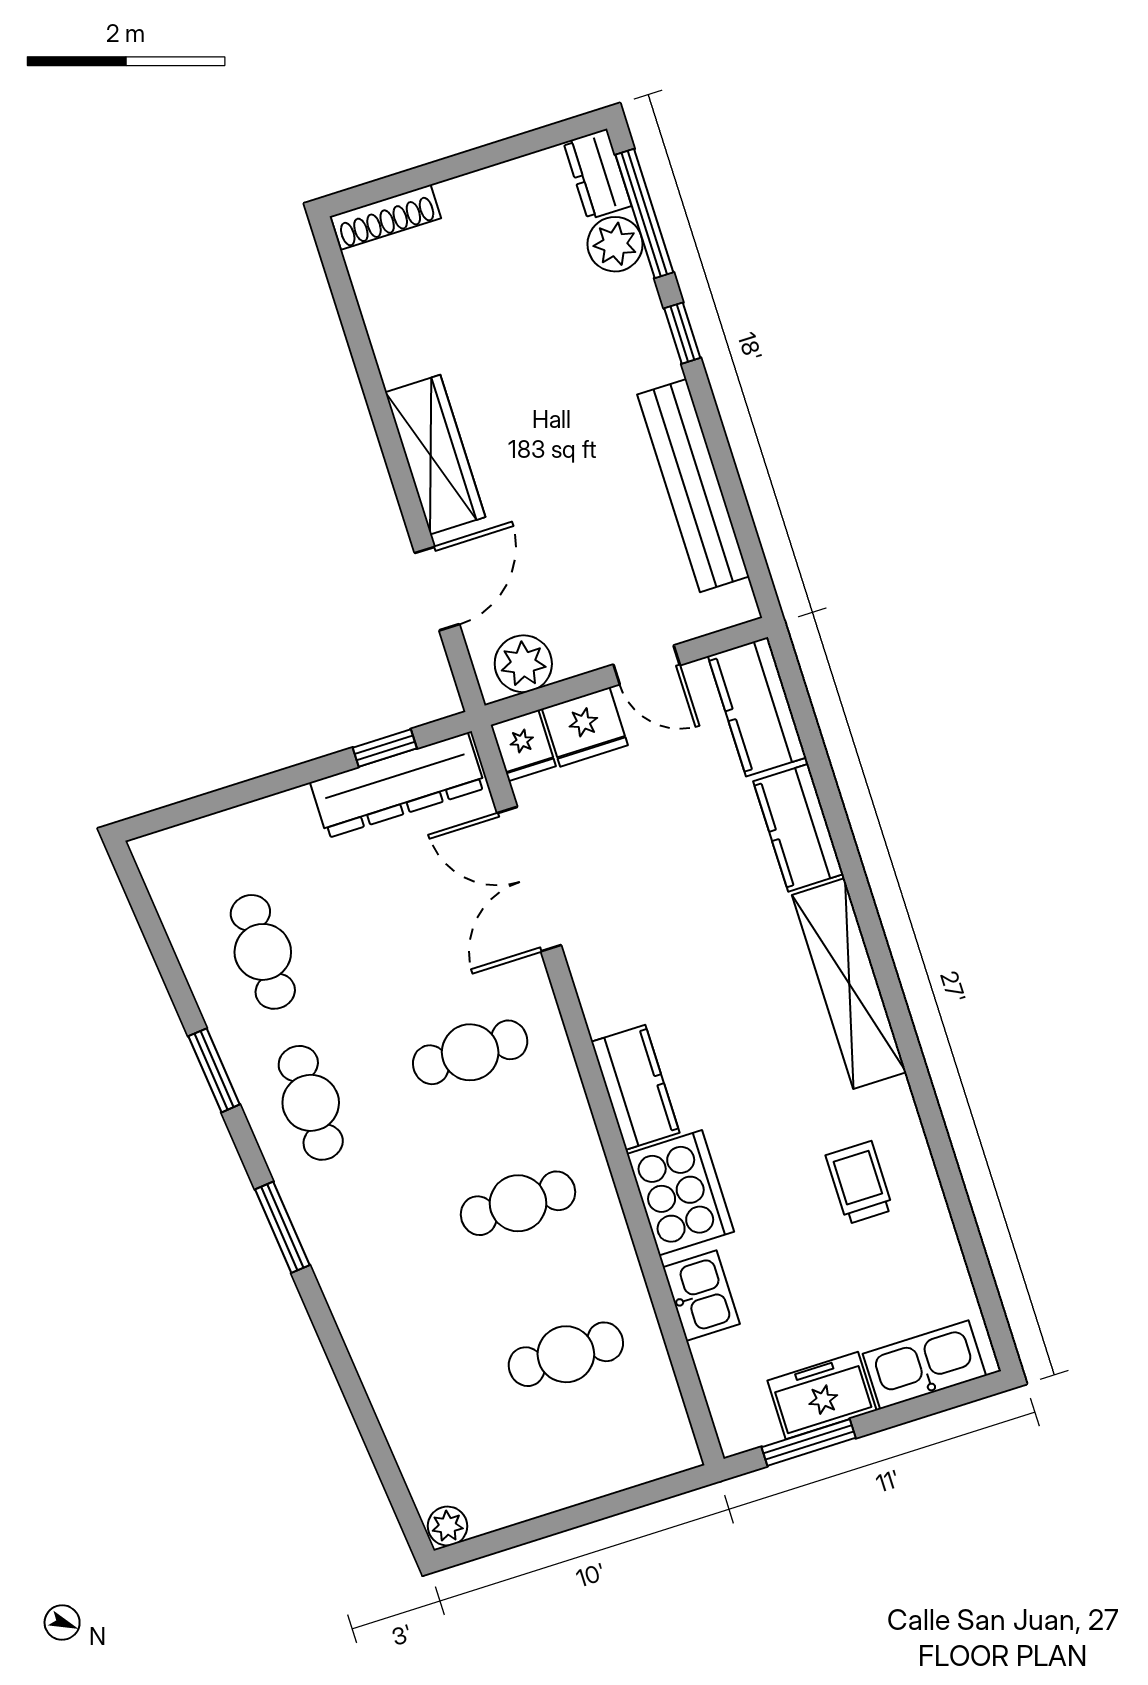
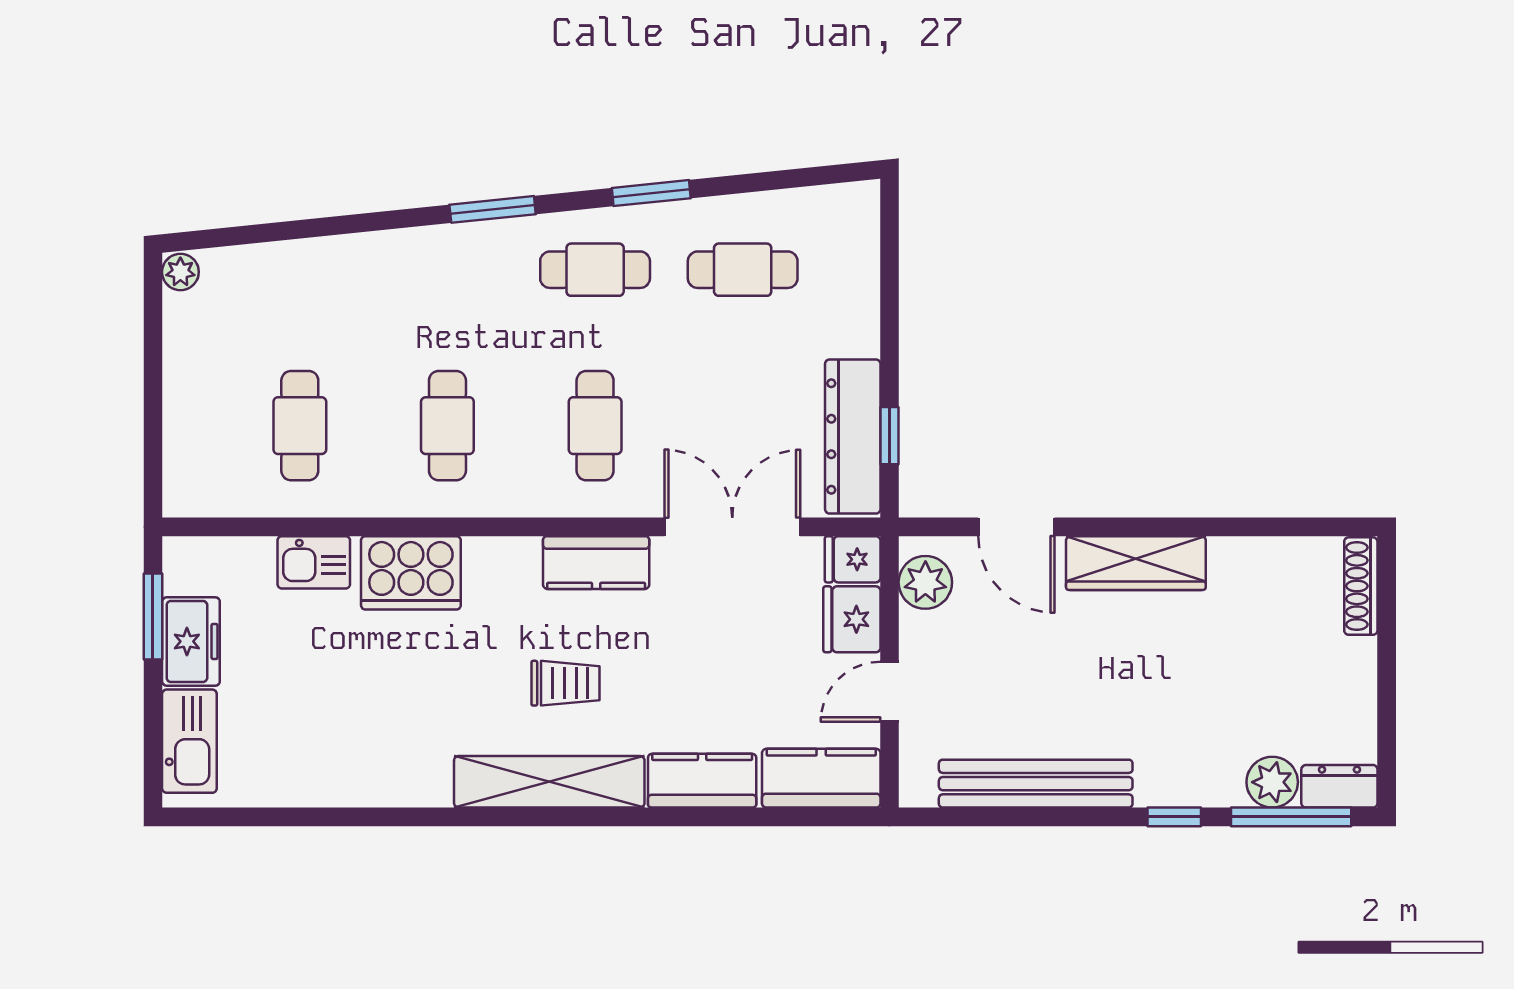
kitchen counter: (635, 1087) -> (596, 563), moved
trolley: (859, 1183) -> (566, 683), moved

